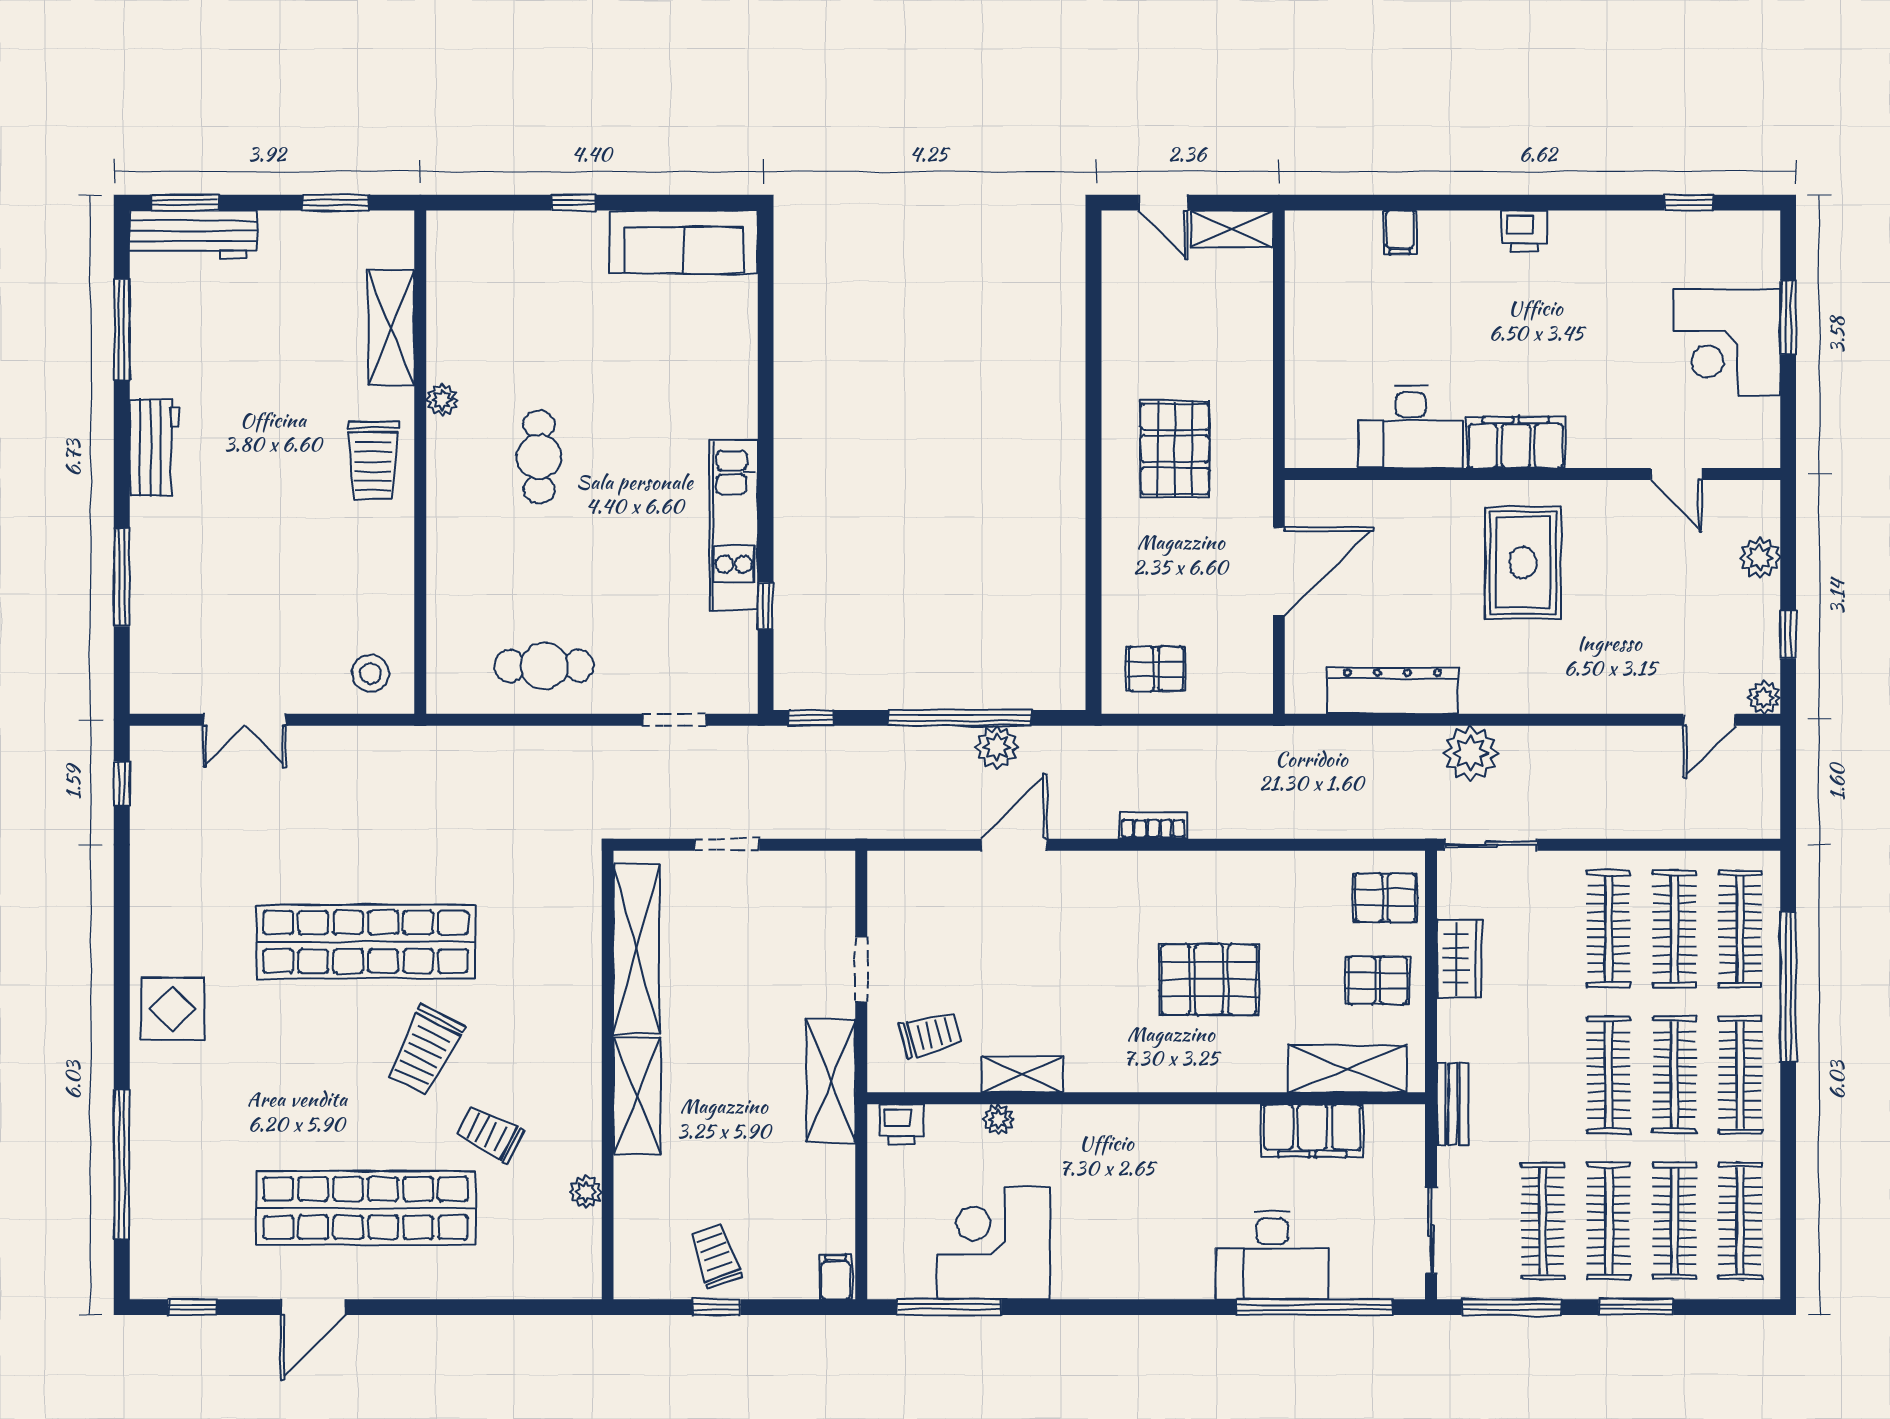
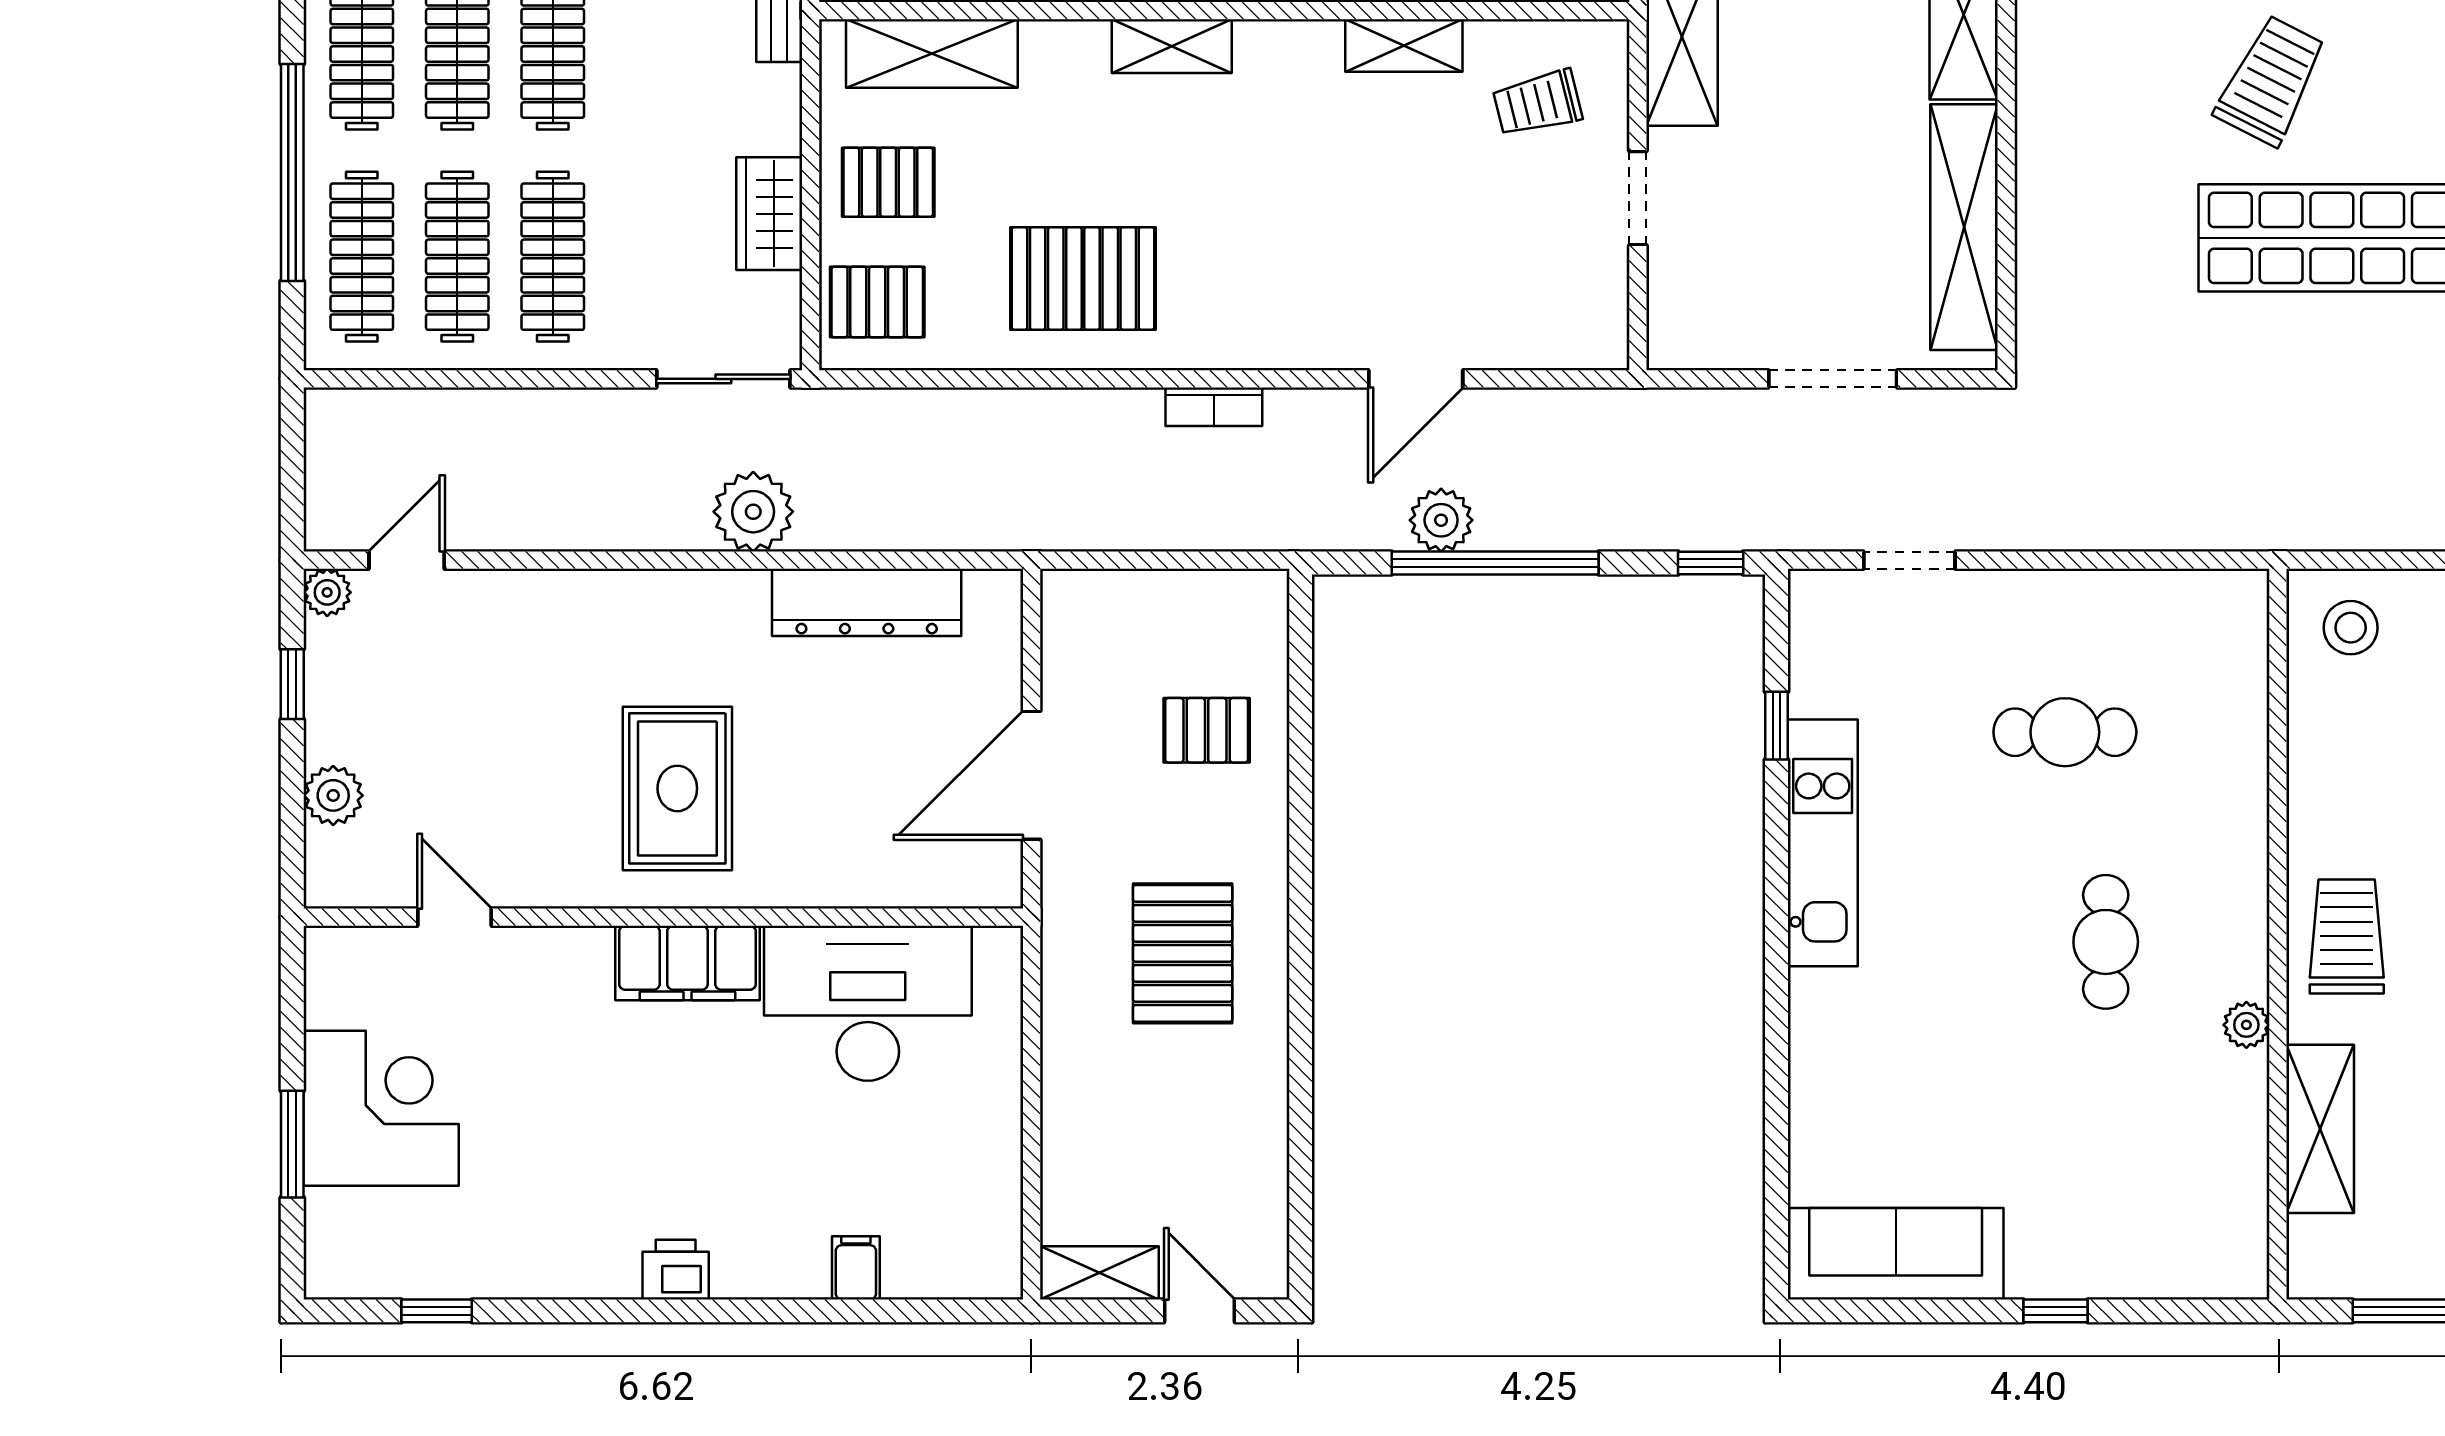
desk: (1411, 427) -> (868, 1003), width x1.36, depth x1.30
cafe table: (544, 666) -> (2065, 732), moved
pallet: (1156, 669) -> (1207, 730), moved
doorway: (727, 845) -> (1833, 379), width x1.38
pallet: (1209, 980) -> (1083, 278), moved
shelving: (1182, 1074) -> (1172, 46), added

